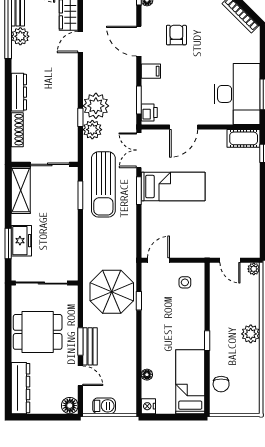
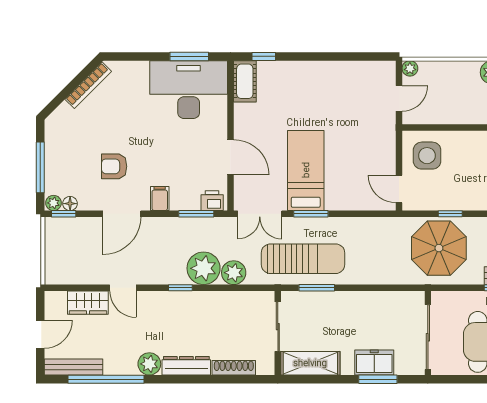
plant: (20, 36) -> (149, 364), moved
window: (80, 117) -> (180, 288), moved
side table: (185, 282) -> (427, 156), width x1.87, depth x1.87

